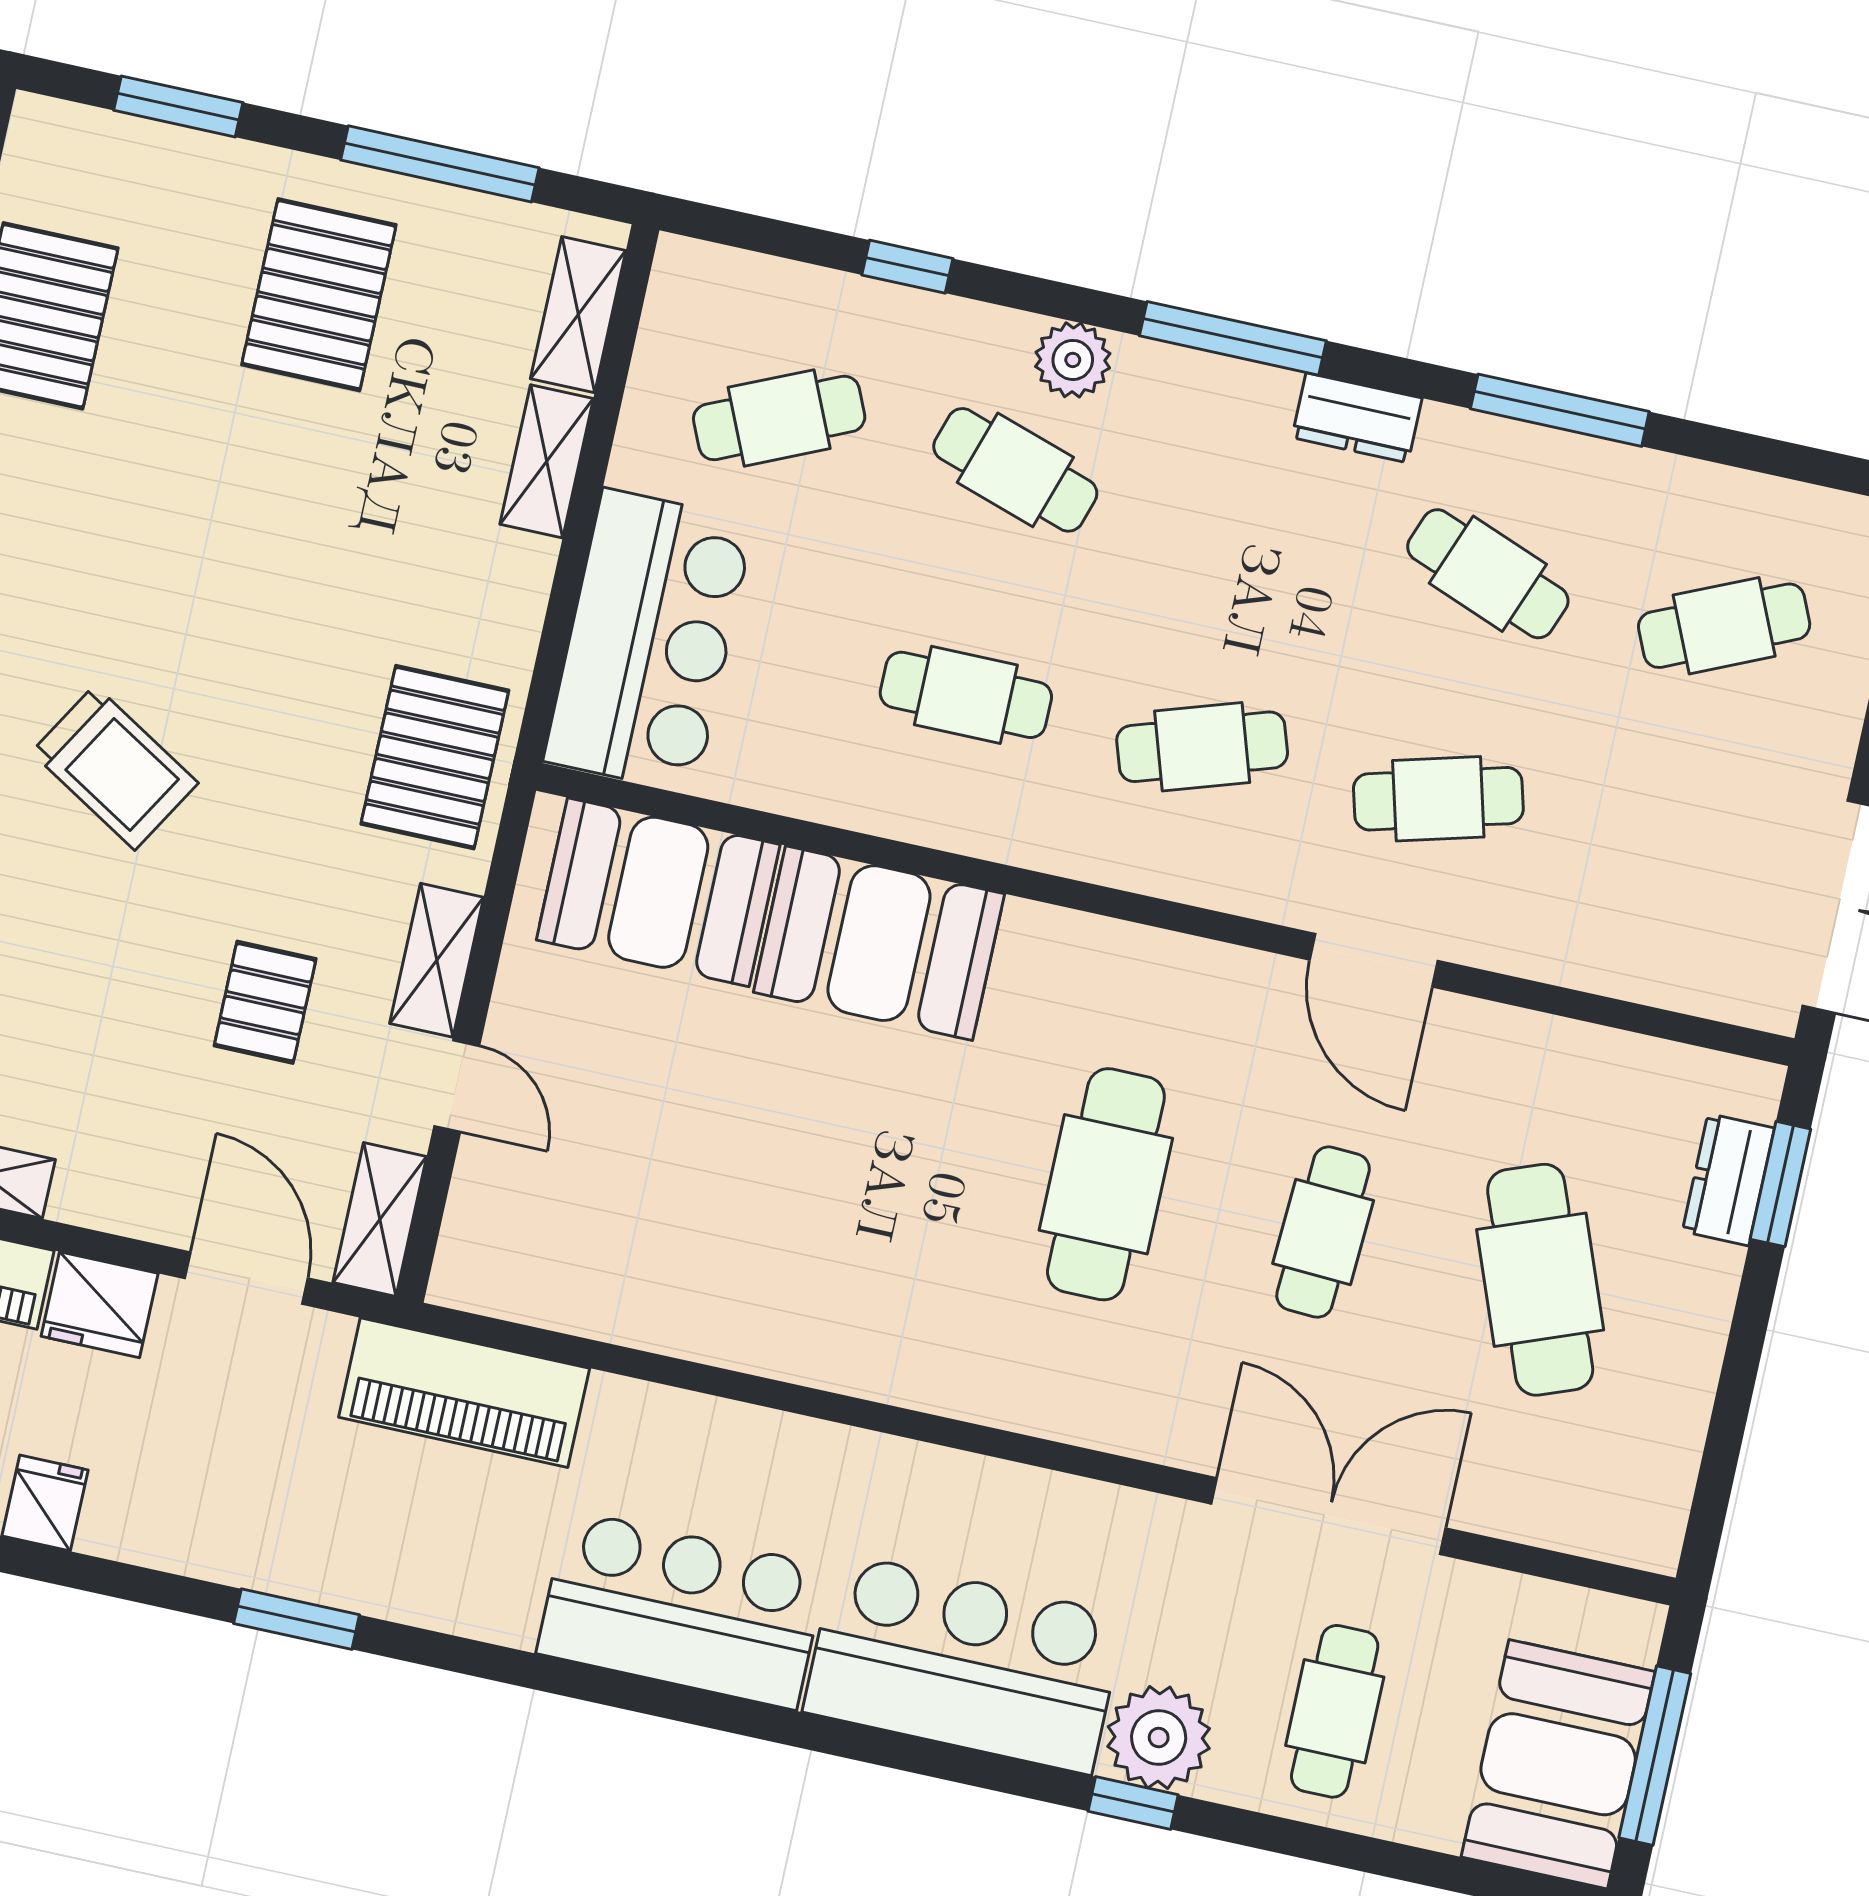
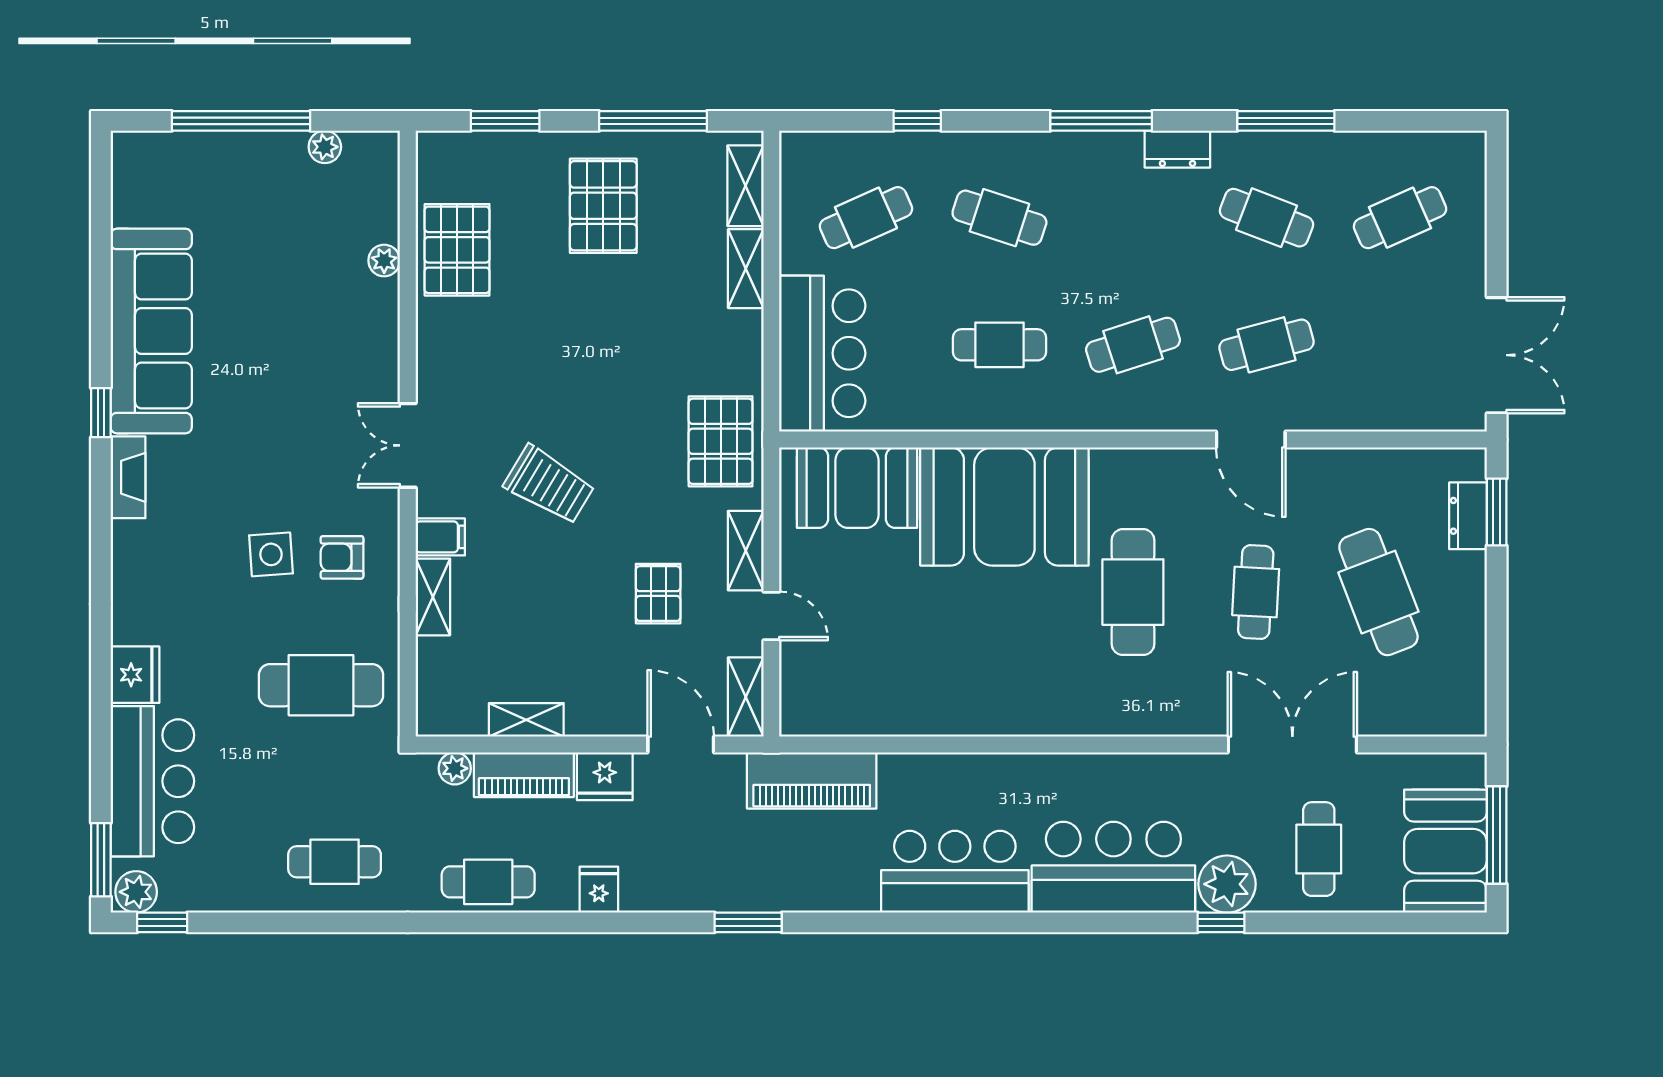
plant: (1073, 360) -> (1017, 152), removed
booth: (879, 943) -> (1004, 506), width x1.36, depth x1.42

